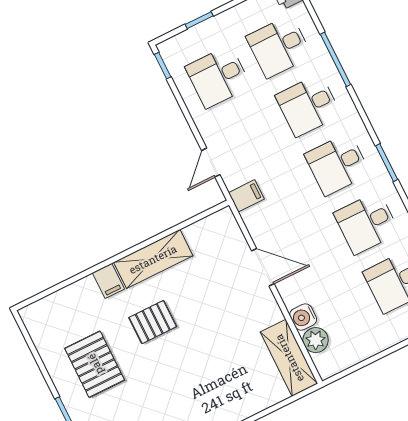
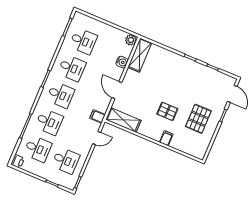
shelving: (153, 259) -> (123, 120), moved
plant: (316, 340) -> (131, 40), moved

